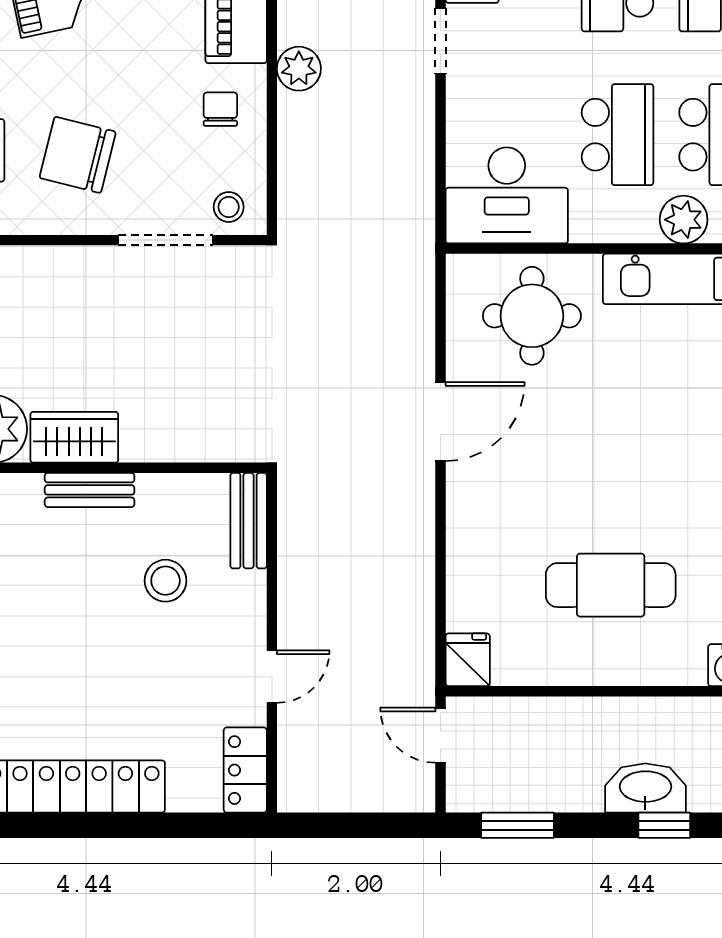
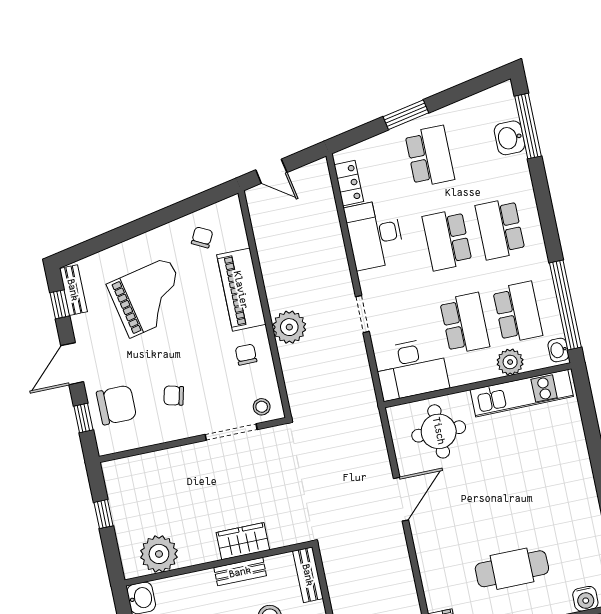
doorway: (440, 41) -> (362, 314), moved
plant: (299, 69) -> (289, 327), width x1.36, depth x1.36
chair: (78, 155) -> (174, 396), width x0.54, depth x0.54
wardrobe: (74, 437) -> (243, 541), moved
bench: (90, 490) -> (240, 572), moved

